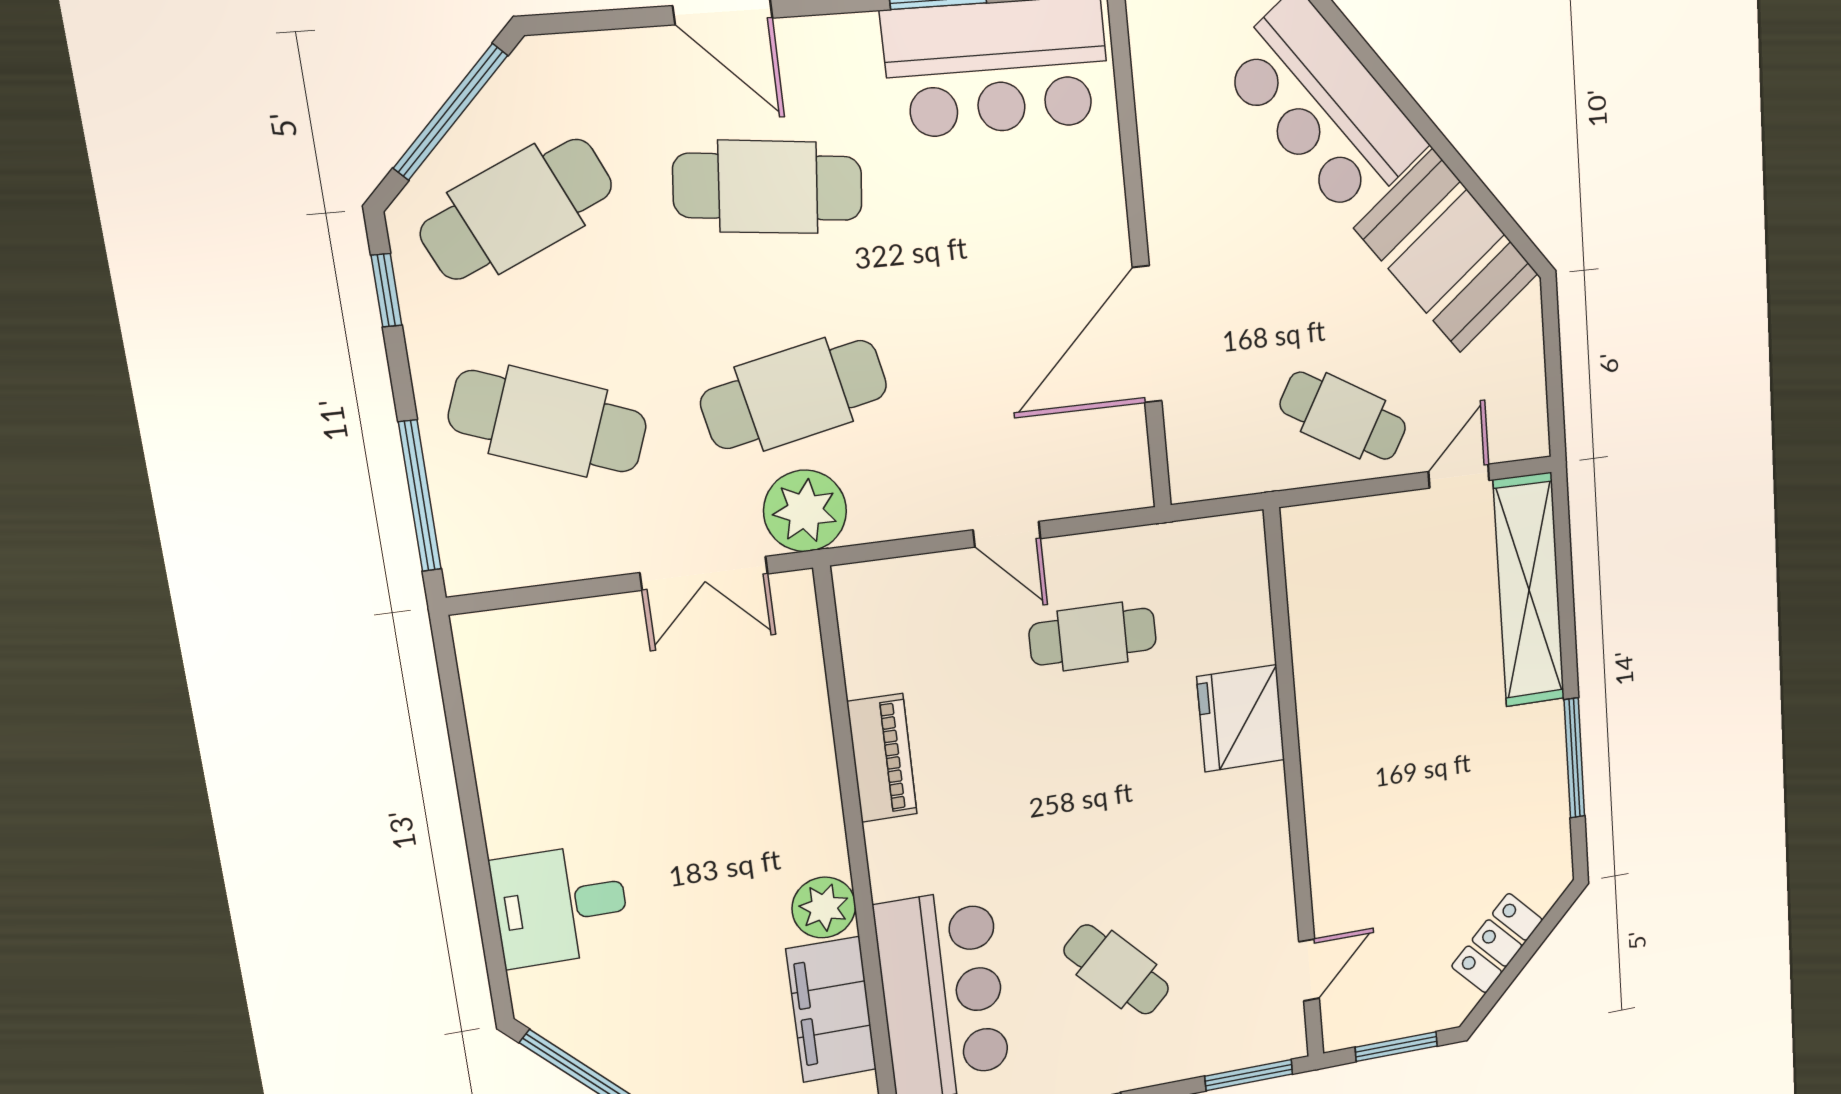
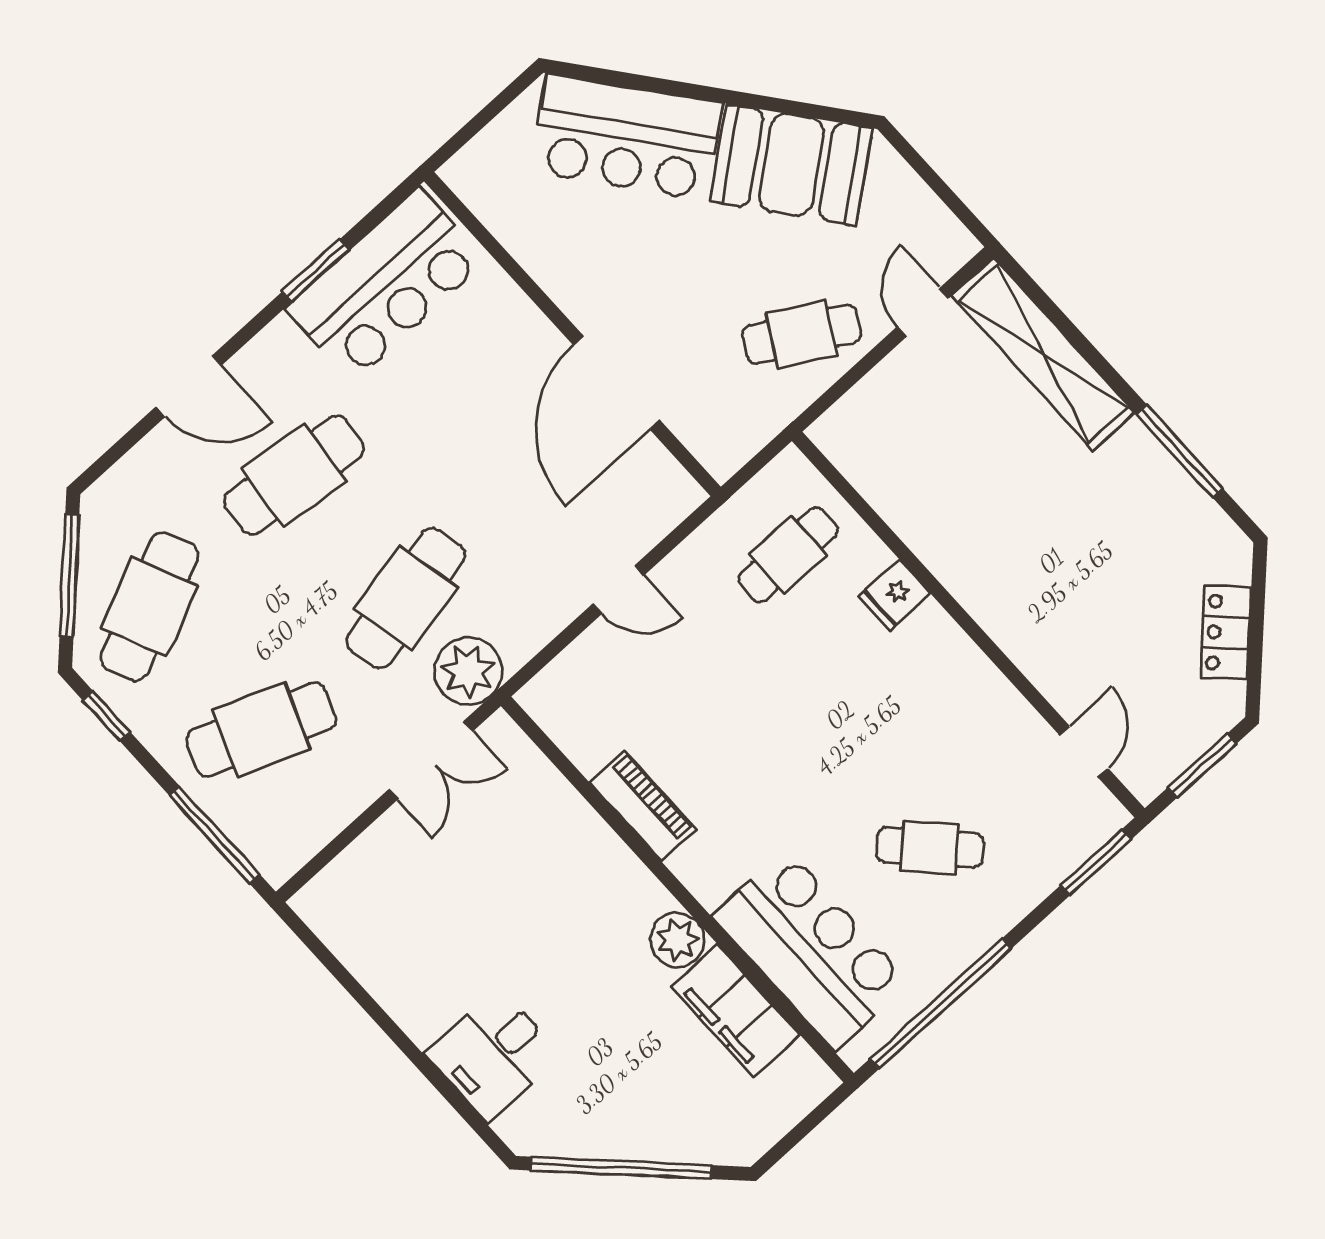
cafe table: (1093, 637) -> (788, 555), moved
fridge: (1241, 718) -> (894, 595), width x0.53, depth x0.75

